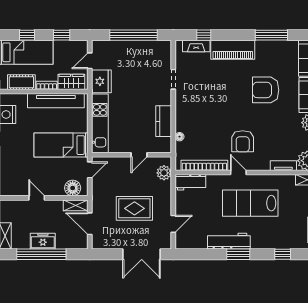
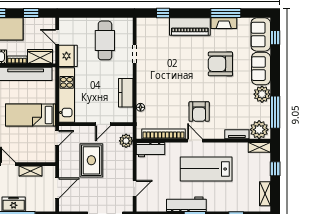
window: (134, 35) -> (98, 13), removed
fireplace: (196, 46) -> (224, 23), moved
door: (90, 61) -> (57, 37), hinge flipped
cafe table: (141, 65) -> (105, 40), added
floor lamp: (73, 188) -> (41, 155), removed
shelving: (76, 205) -> (30, 171), moved
rug: (134, 208) -> (91, 160), moved, turned 90
door: (90, 224) -> (57, 188), swing flipped

